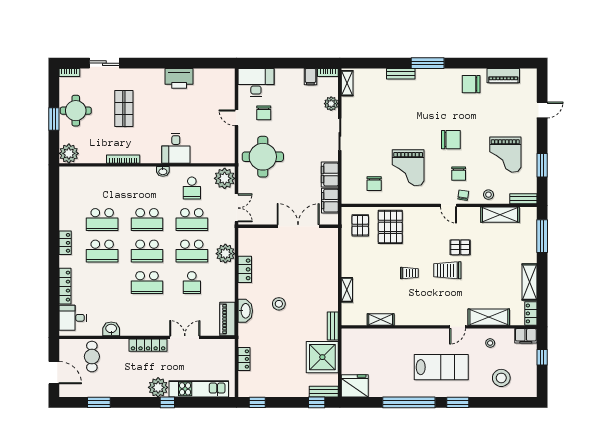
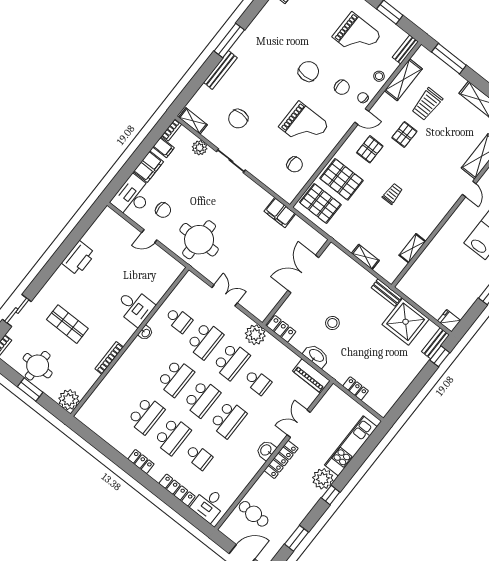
bench: (401, 74) -> (220, 70), width x1.36
chair: (471, 84) -> (238, 119), moved
filing cabinet: (330, 174) -> (148, 167), moved, turned -90
plant: (225, 178) -> (192, 286), removed
pallet: (360, 225) -> (320, 203), width x1.50, depth x1.42
wall: (288, 226) -> (297, 282), moved
double door: (298, 226) -> (303, 274), moved
pallet: (429, 230) -> (370, 149), added
trolley: (447, 270) -> (427, 104), moved
school desk: (102, 283) -> (199, 457), added
washbasin: (111, 329) -> (266, 450), moved
fridge: (355, 386) -> (449, 321), width x0.53, depth x0.75
window: (167, 402) -> (331, 495), moved
window: (257, 402) -> (401, 406), removed

